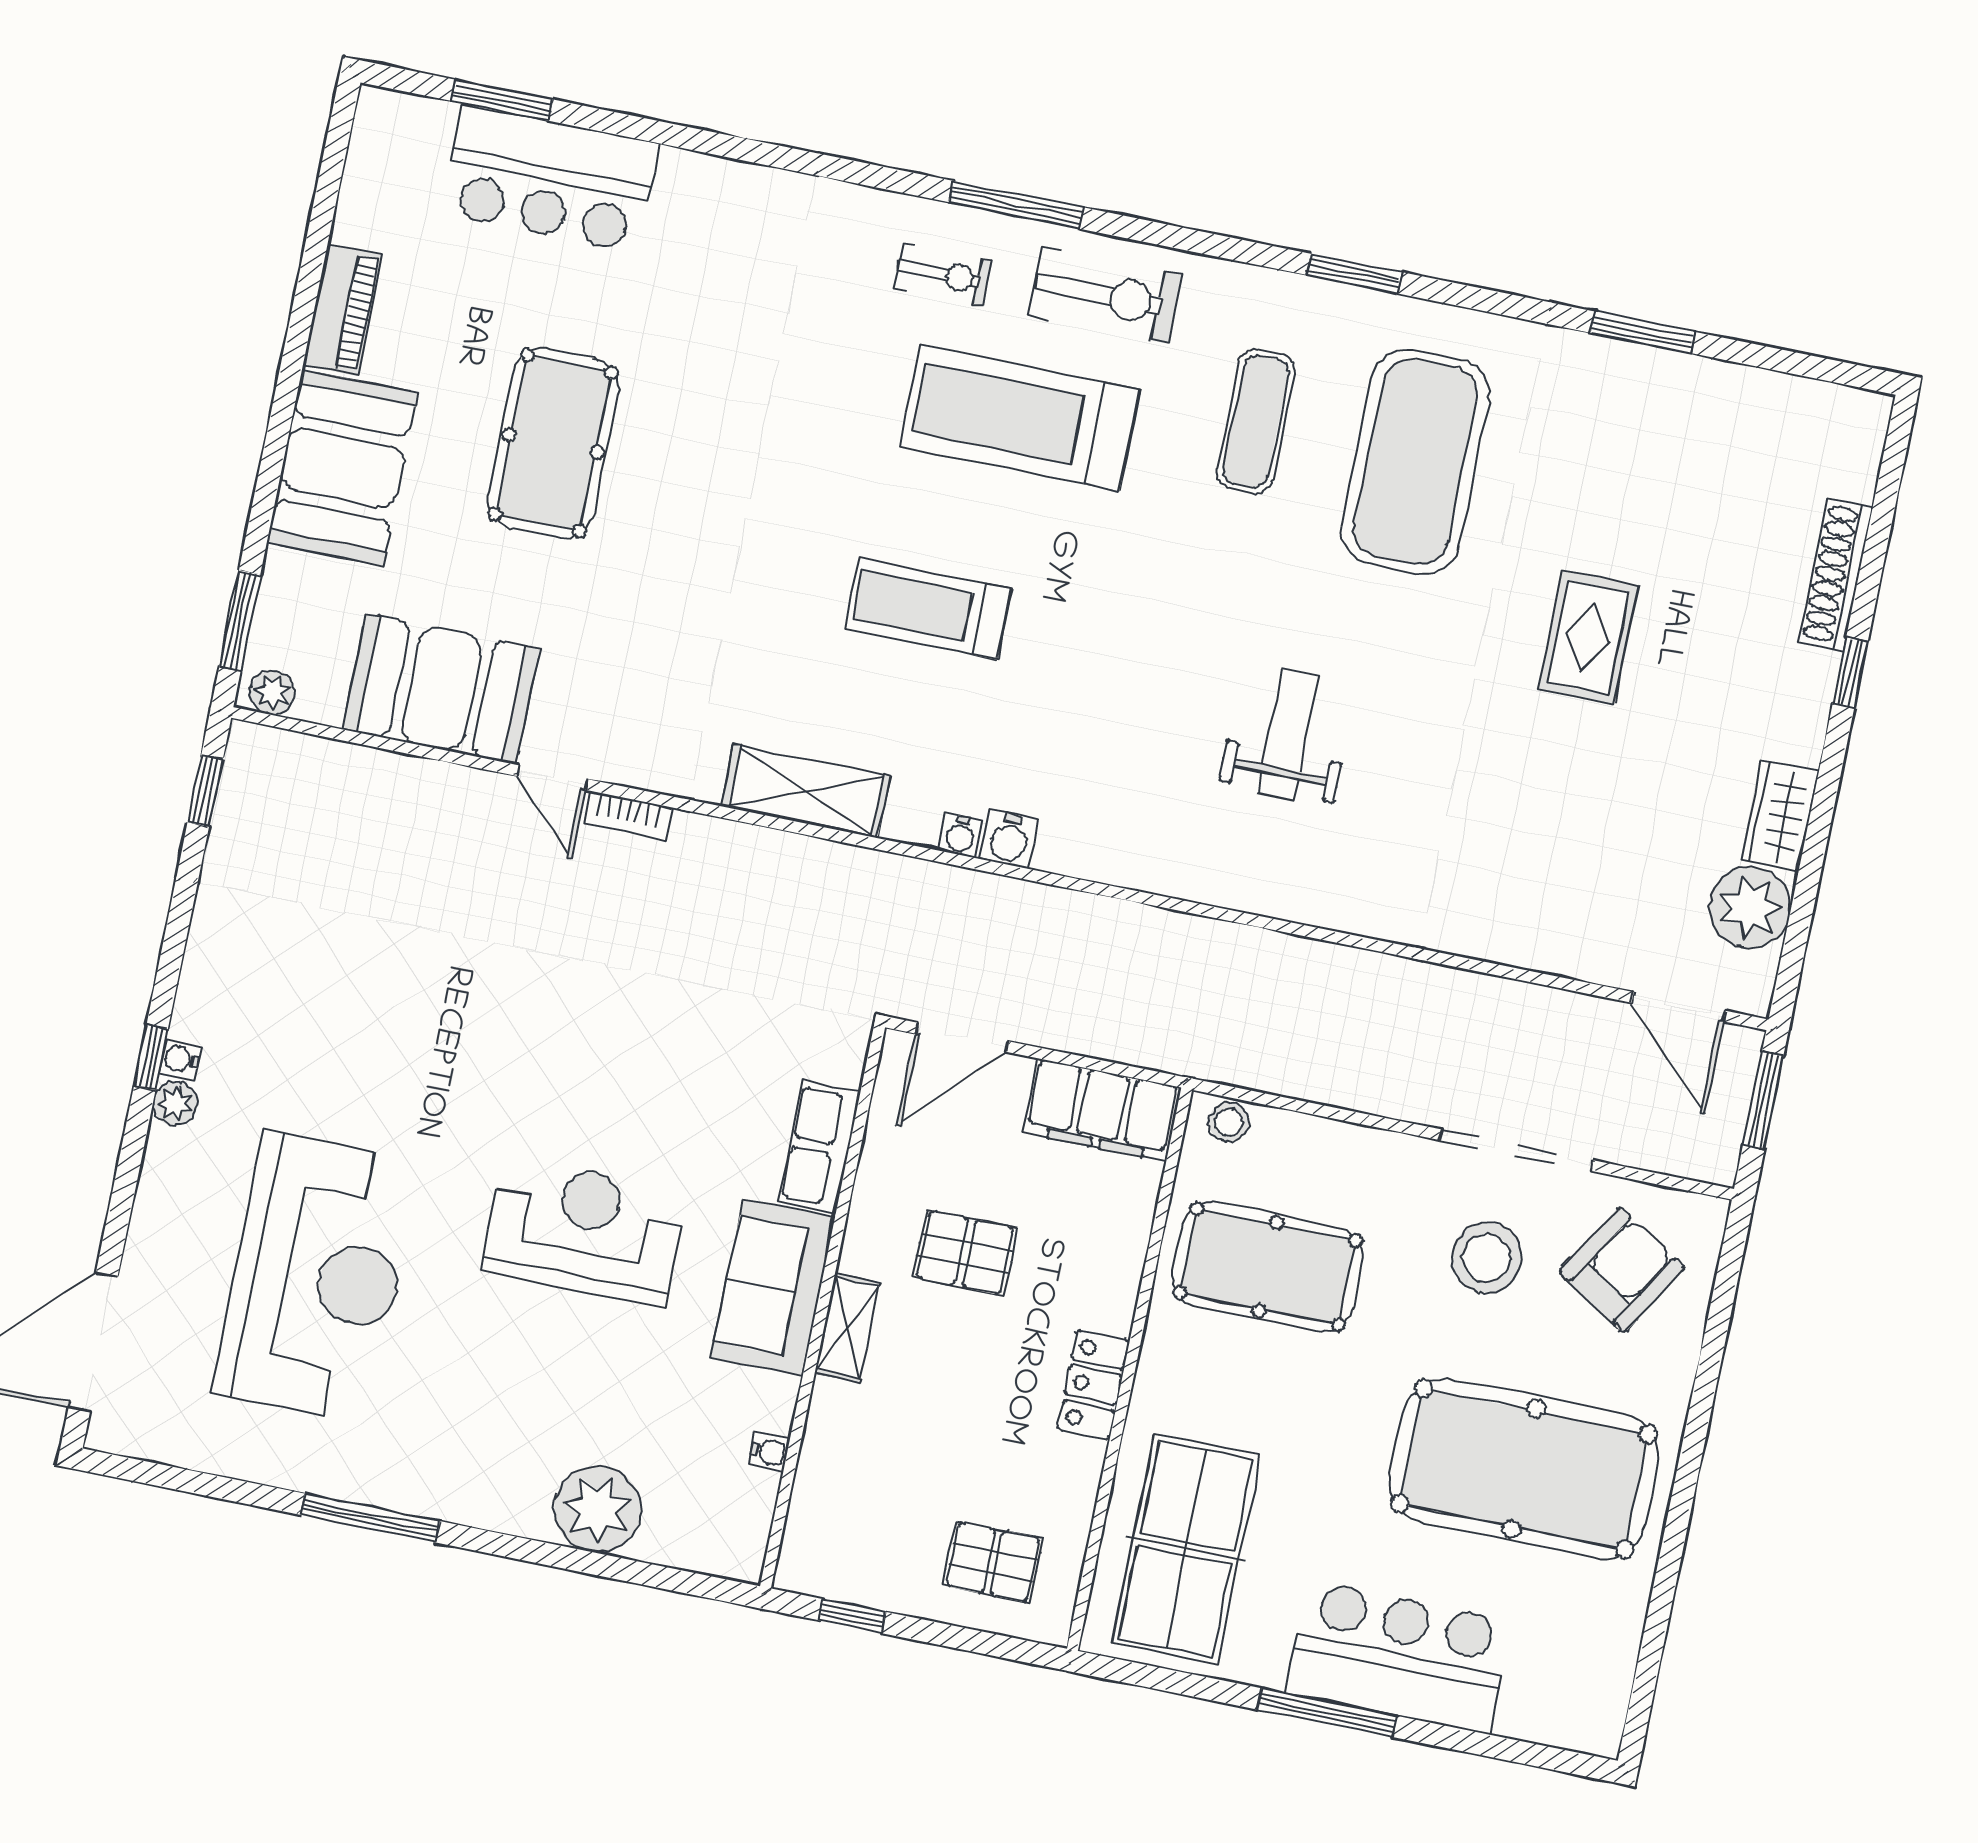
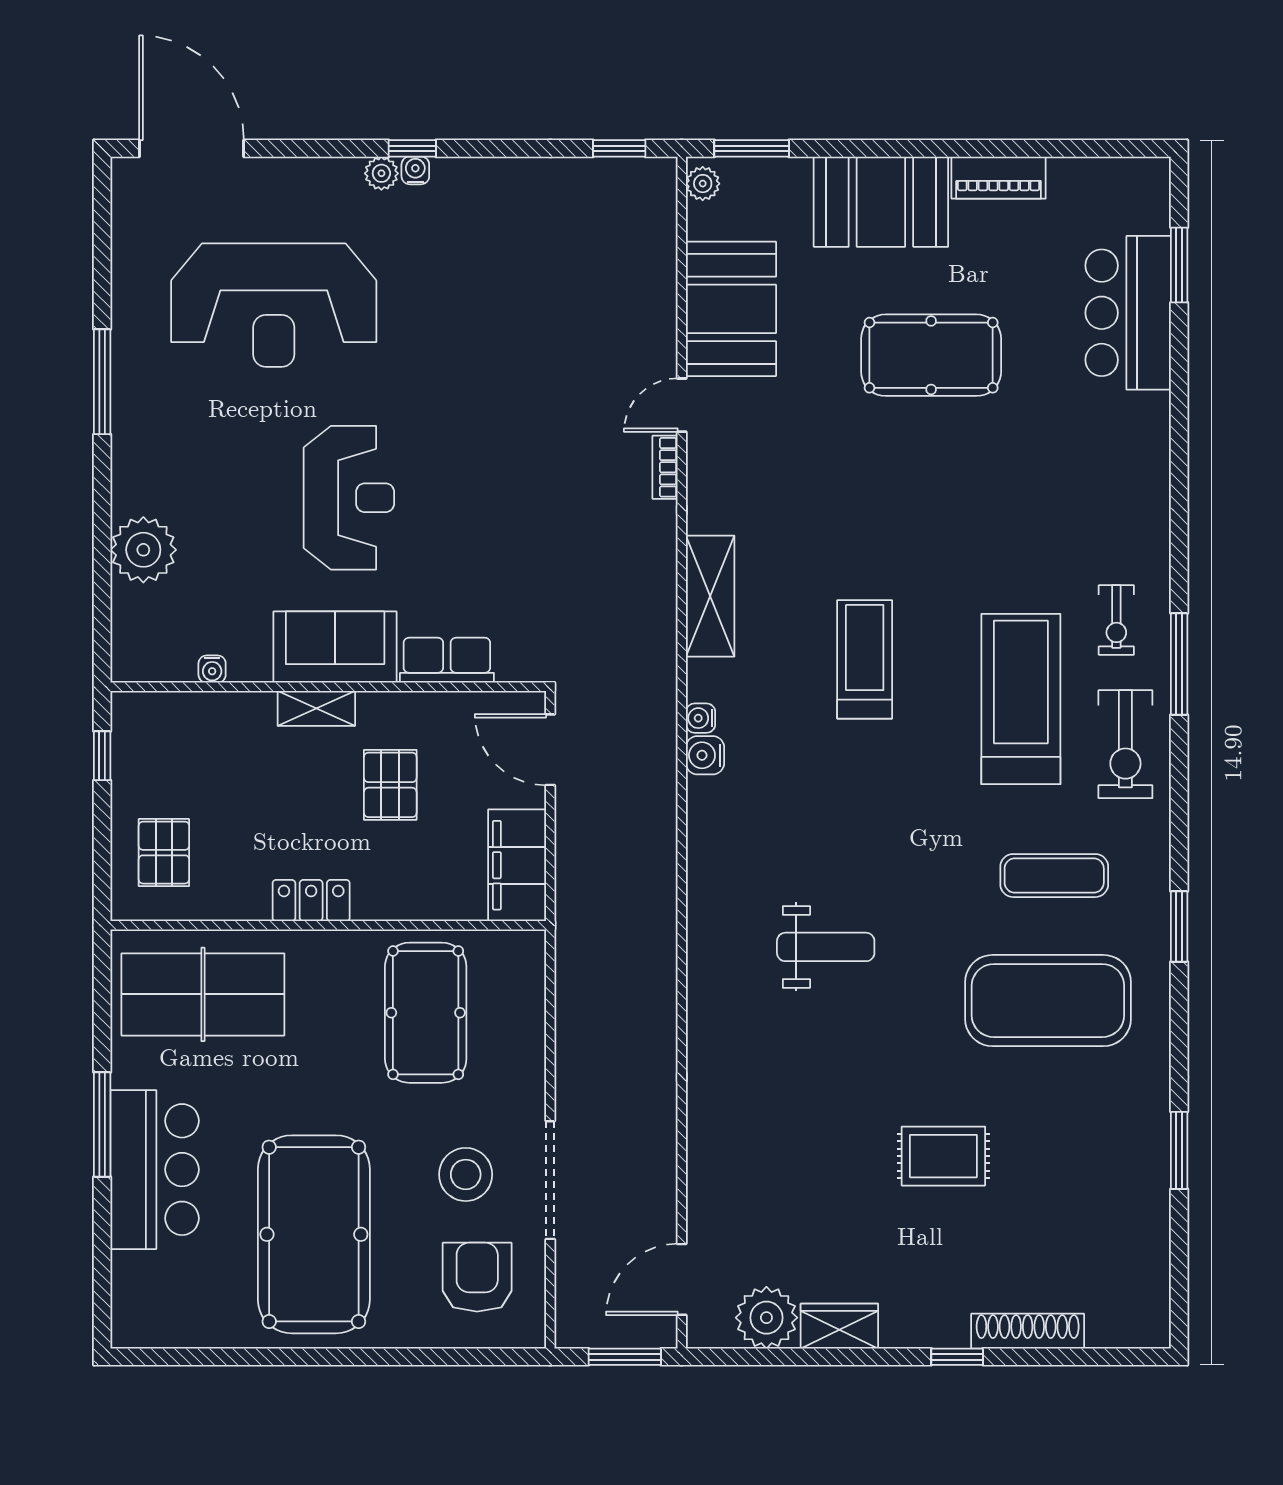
stool: (1229, 1122) -> (528, 962), removed
armchair: (1622, 1270) -> (477, 1277), turned -122

